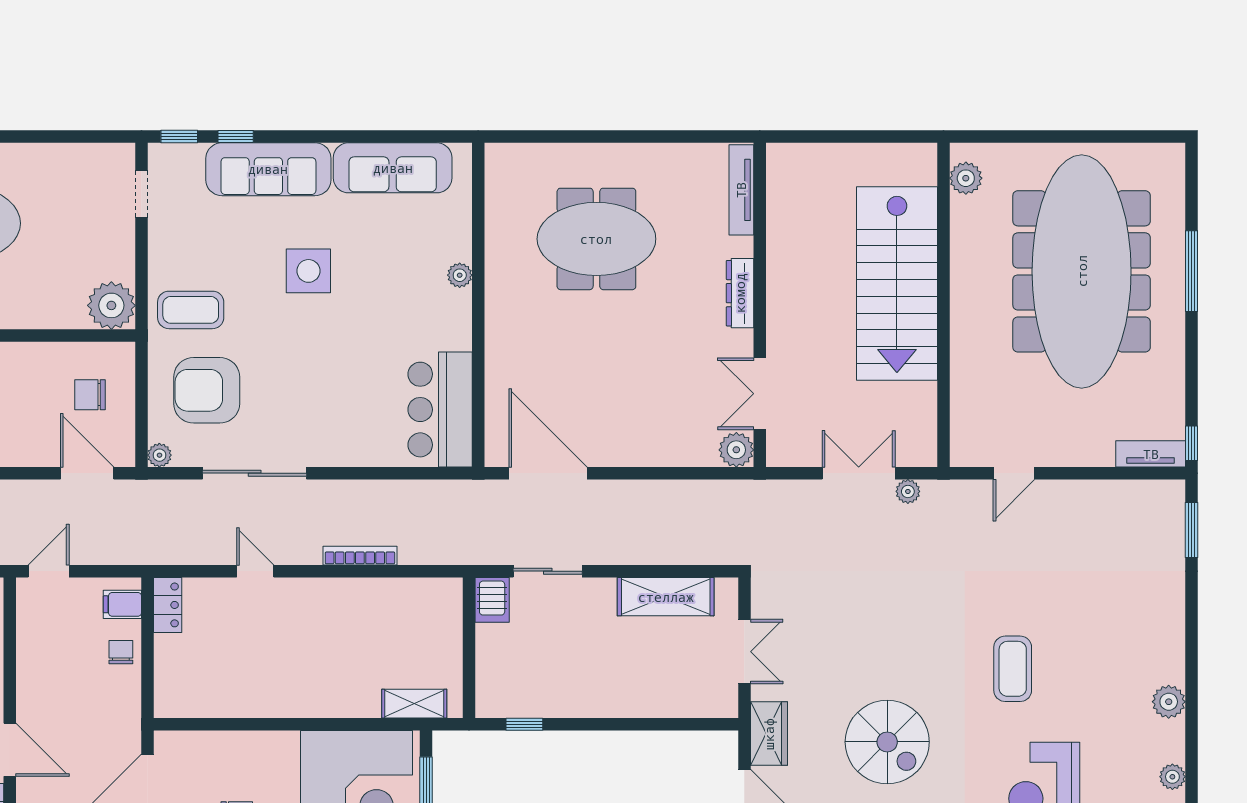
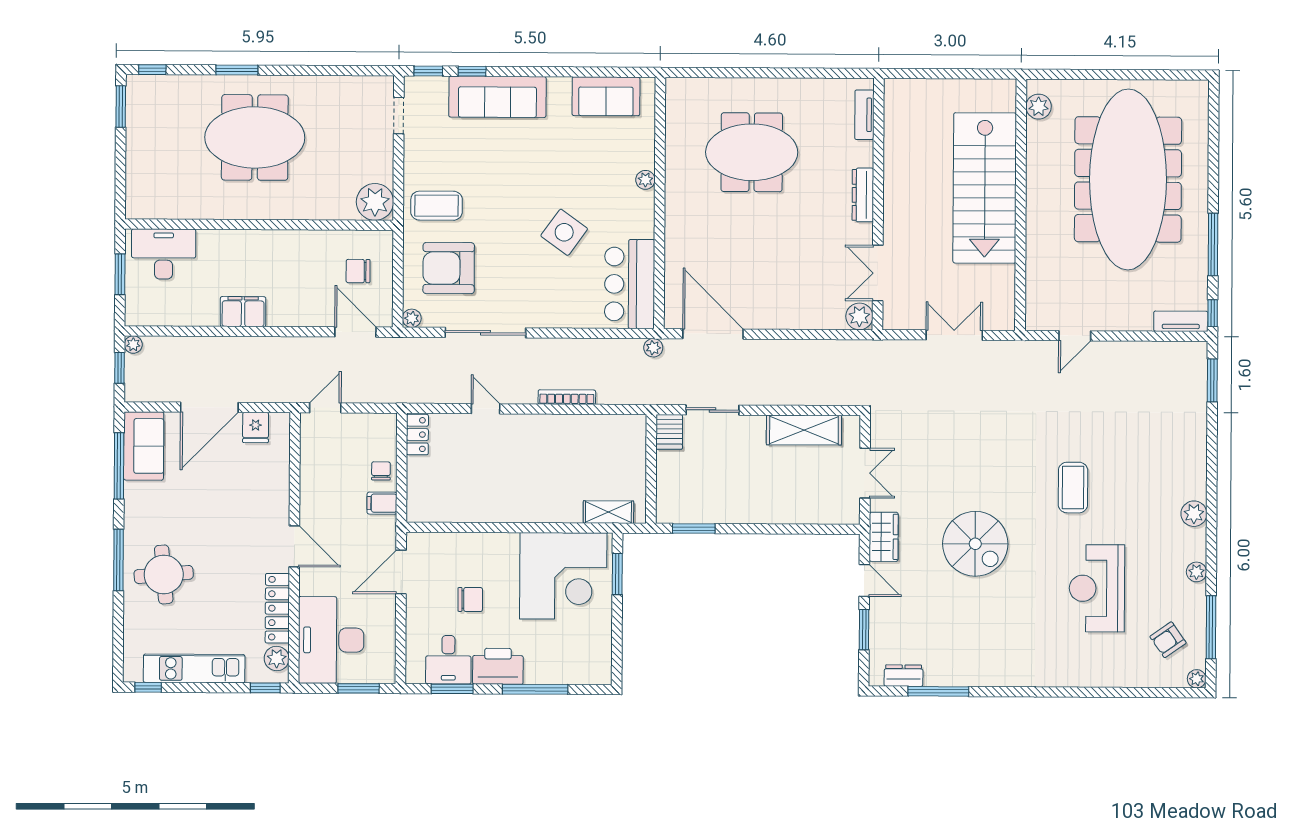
sofa: (393, 168) -> (606, 96), width x0.73
tv unit: (741, 190) -> (864, 115), width x0.71
side table: (308, 271) -> (564, 232), moved, turned 36
window: (1191, 271) -> (1213, 245), moved
plant: (908, 491) -> (653, 348), moved
filing cabinet: (122, 604) -> (382, 503), moved
window: (524, 724) -> (694, 529), width x1.50

